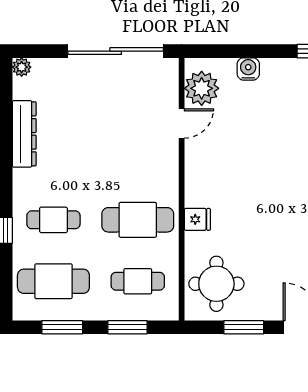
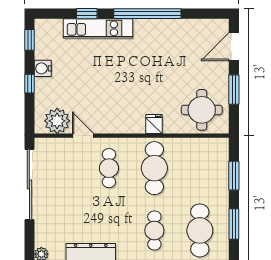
window: (252, 51) -> (29, 84), added
water cooler: (248, 69) -> (43, 68), moved
cafe table: (138, 281) -> (109, 168), moved

